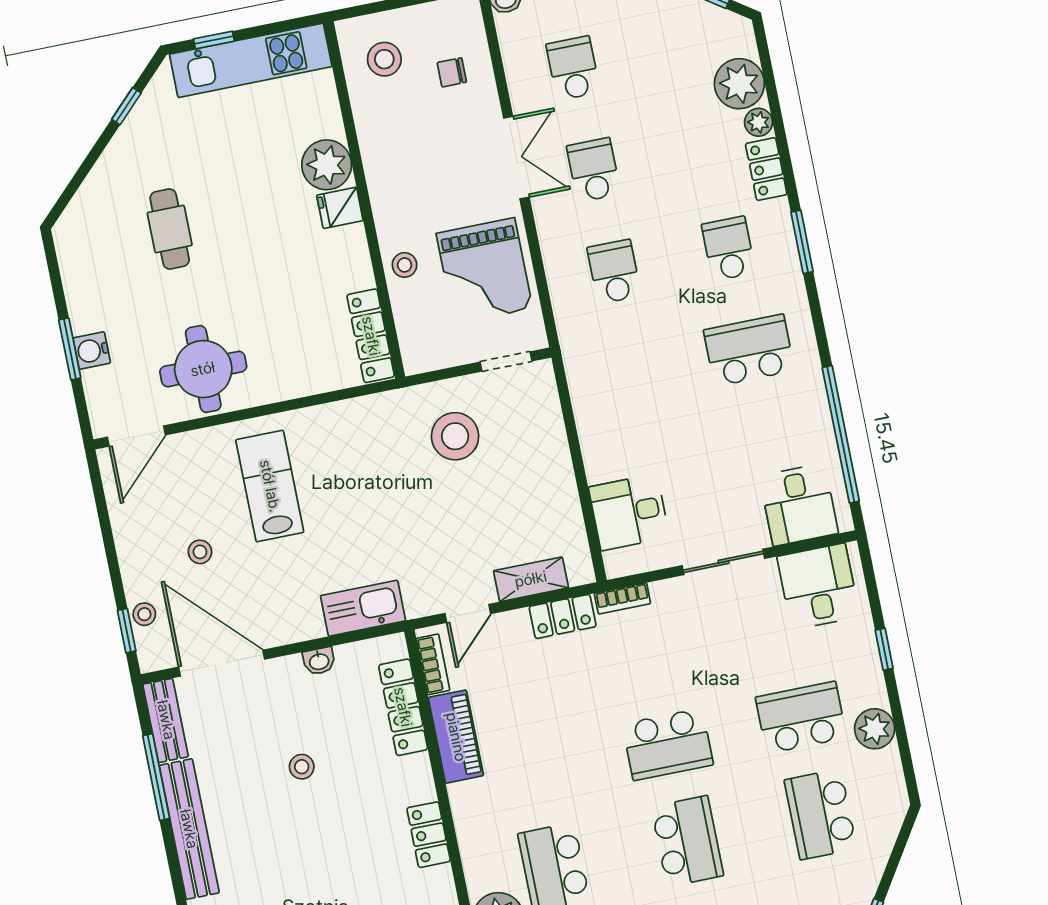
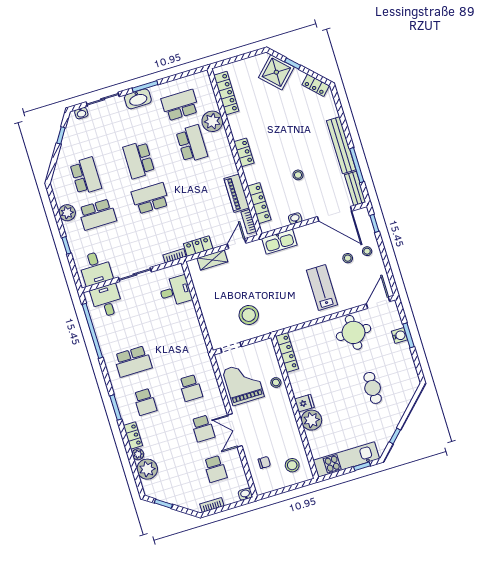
lab bench: (270, 486) -> (322, 288), turned 180
stool: (144, 614) -> (367, 251), moved

